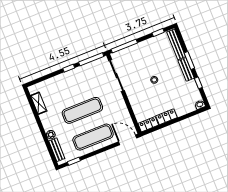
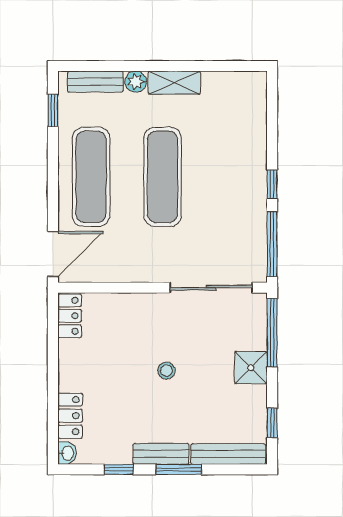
shower: (141, 49) -> (251, 368), added
shelving: (39, 103) -> (174, 83), moved
locker: (167, 117) -> (70, 416), moved

